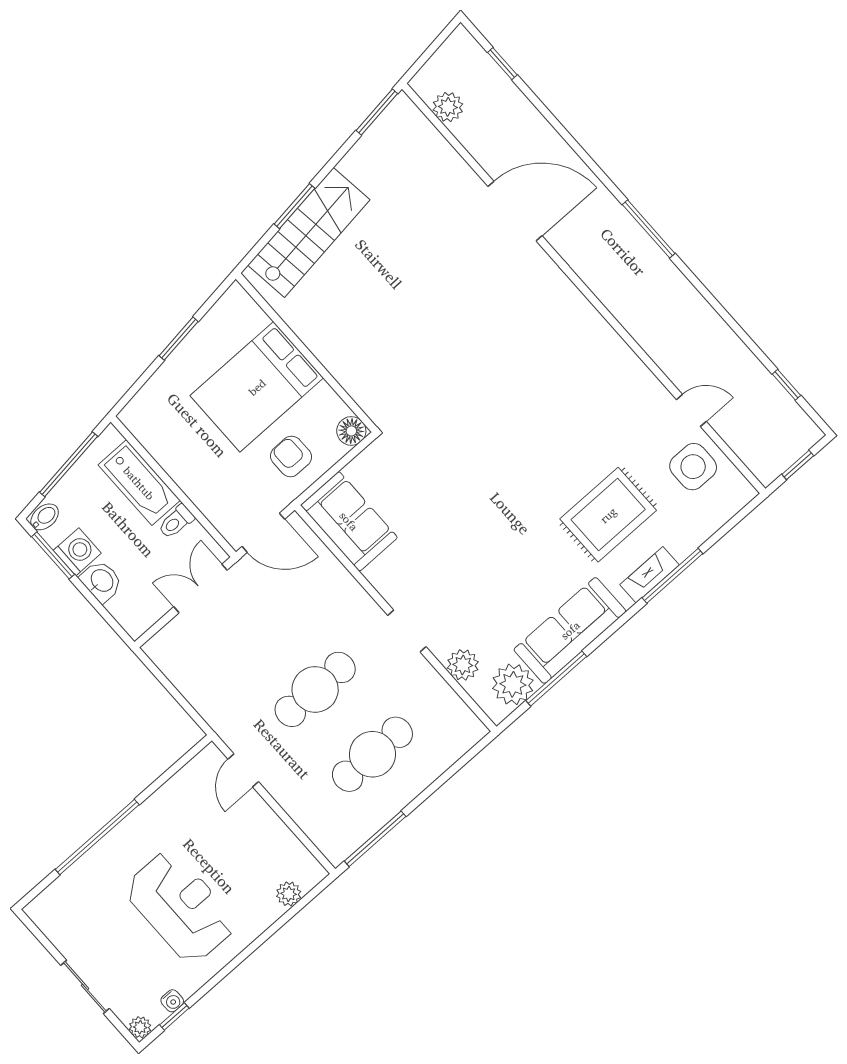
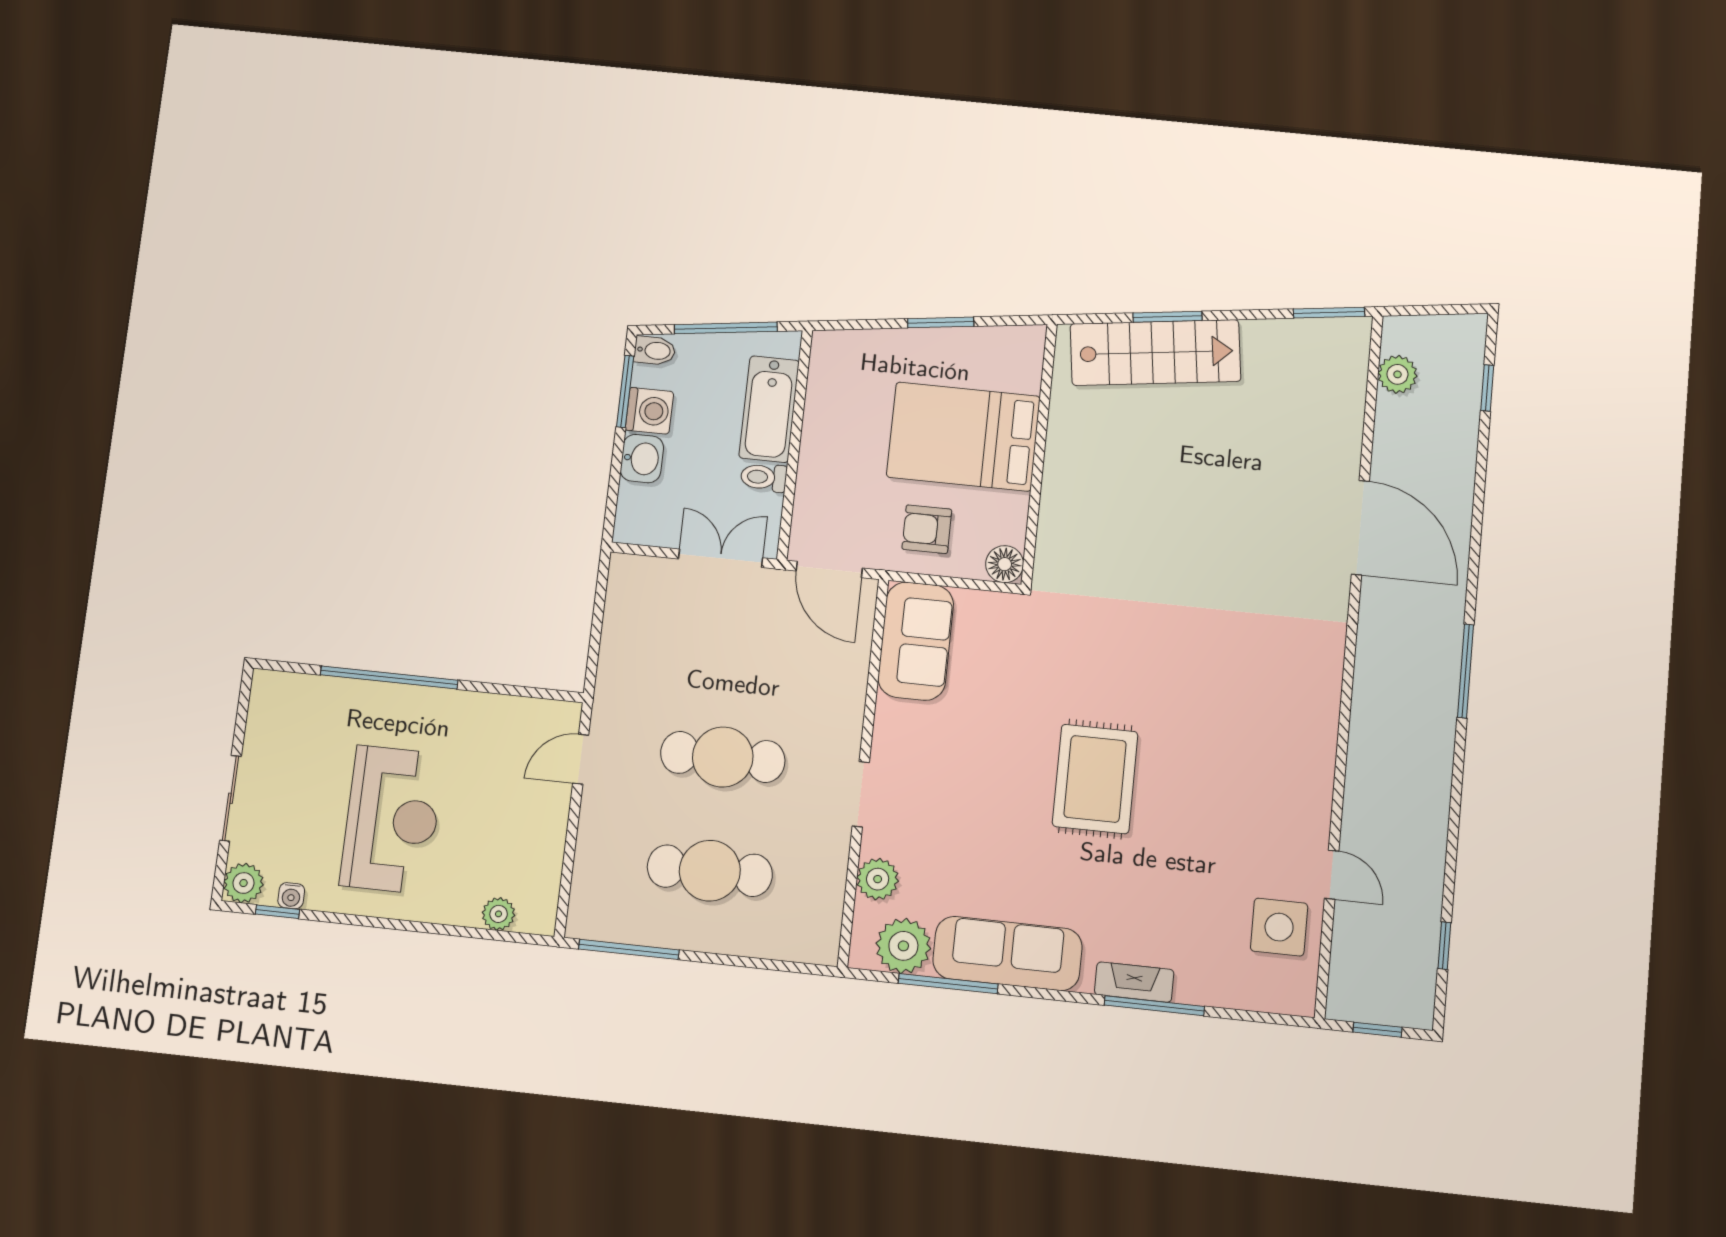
armchair: (291, 456) -> (927, 529), turned -90
rug: (608, 515) -> (1095, 779), moved, turned 90
plant: (140, 1027) -> (244, 883), width x1.38, depth x1.38

